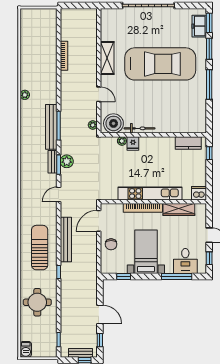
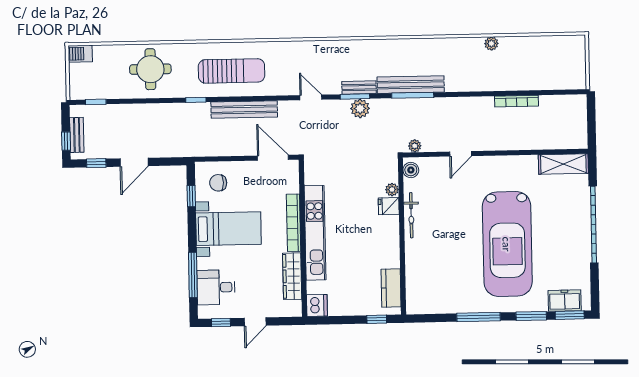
shelving: (107, 58) -> (563, 164), moved
plant: (25, 95) -> (491, 44), moved
boiler: (113, 123) -> (411, 170), width x0.54, depth x0.54
chair: (111, 244) -> (218, 183), moved

